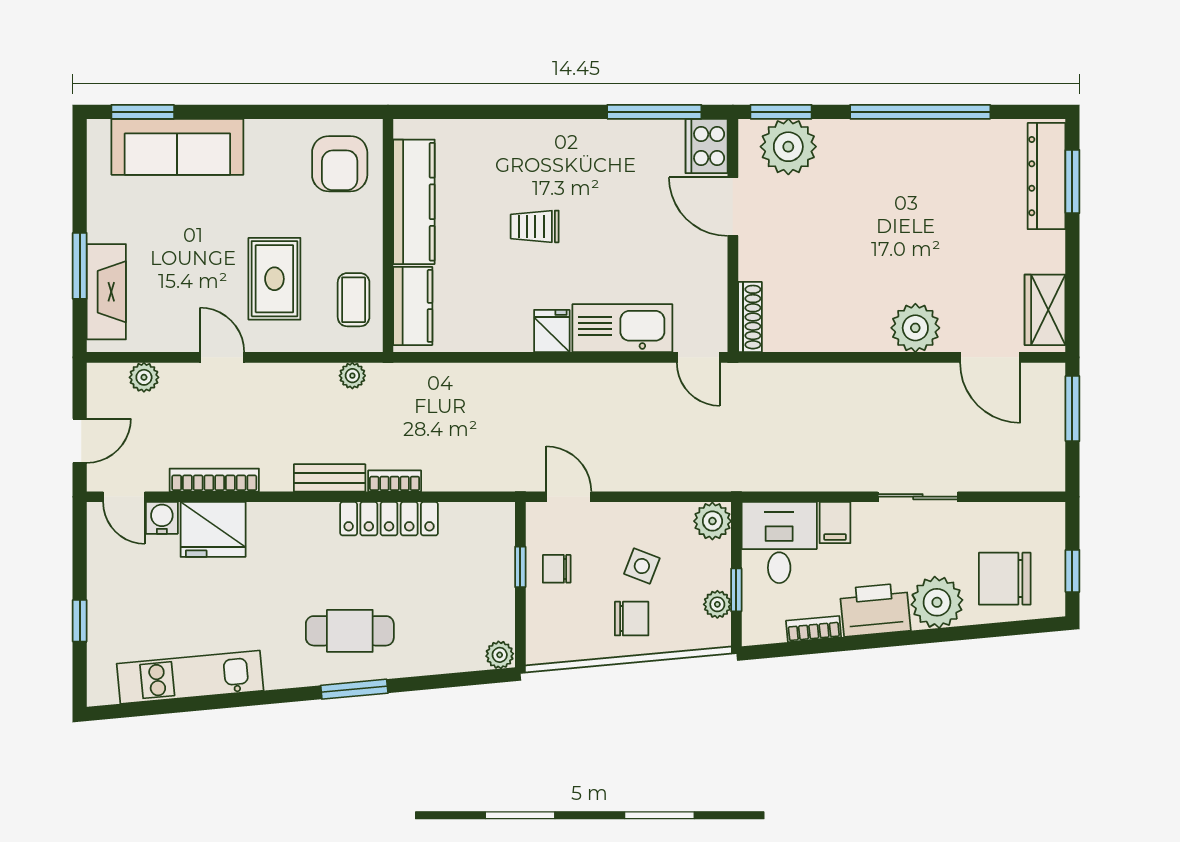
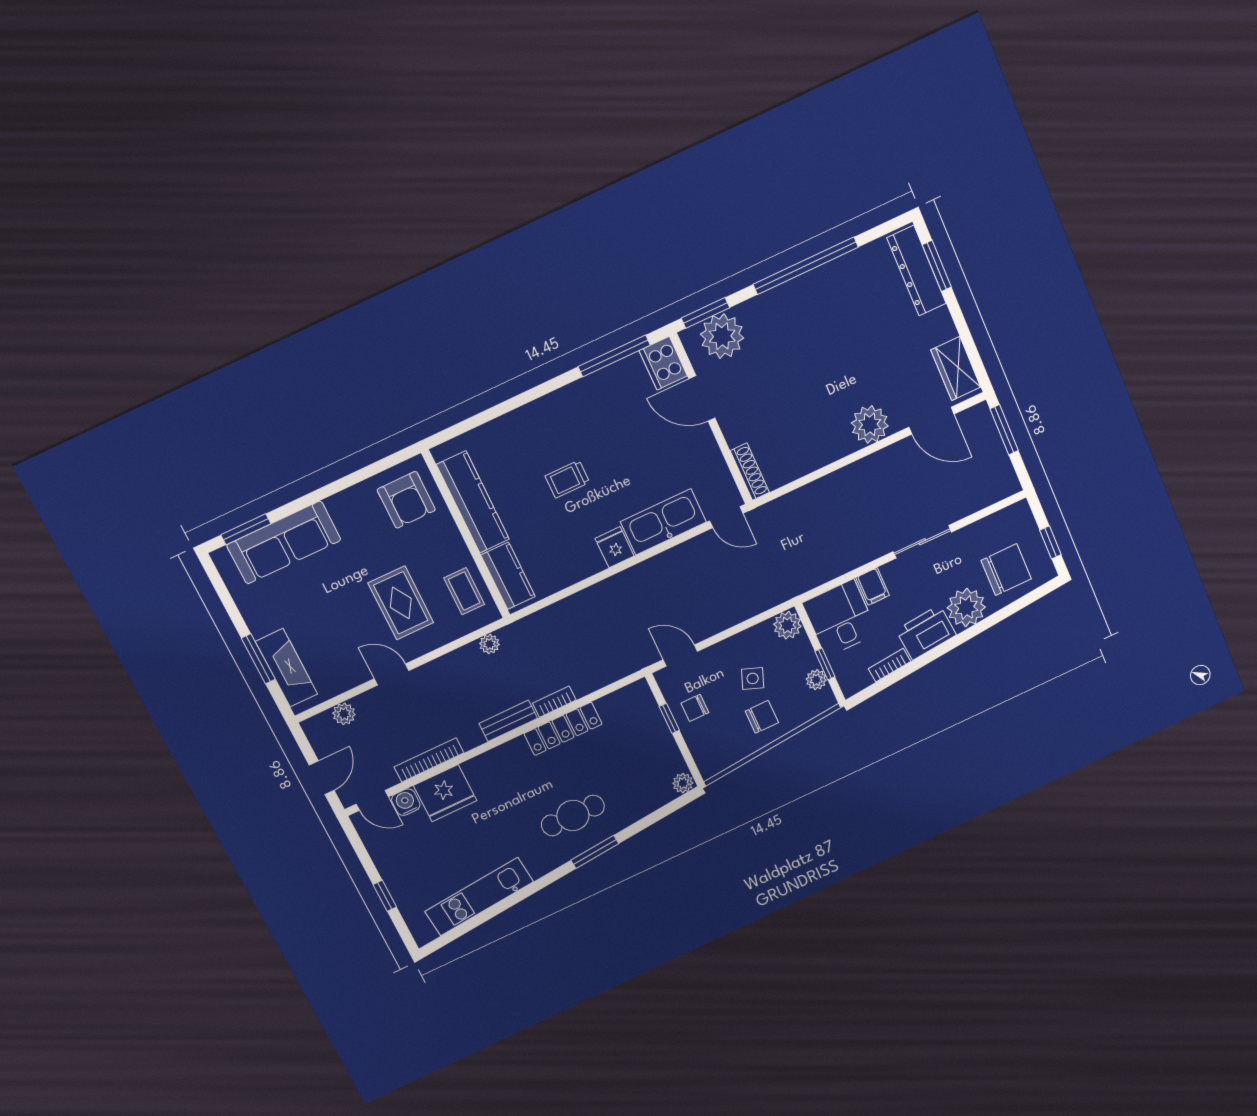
chair: (1005, 579) -> (1006, 570), turned 180

